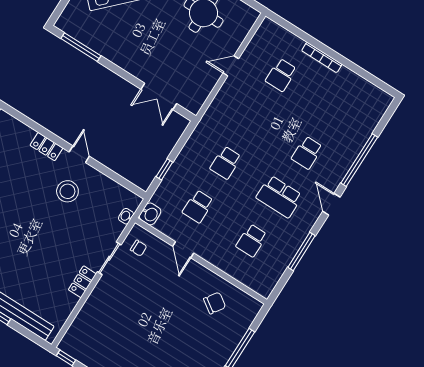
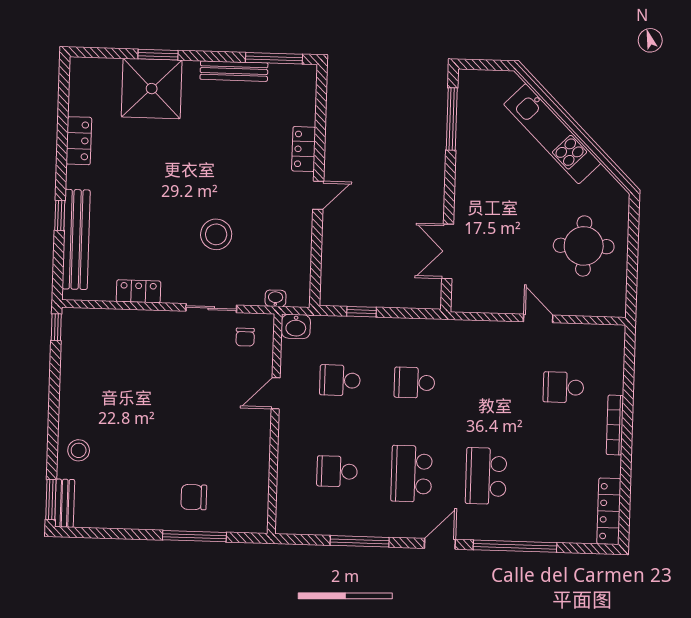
locker: (372, 91) -> (609, 511), added
school desk: (307, 153) -> (486, 476), width x1.85
stool: (67, 191) -> (216, 234), moved
locker: (82, 282) -> (138, 291), moved
chair: (215, 303) -> (194, 497), moved, turned 146

